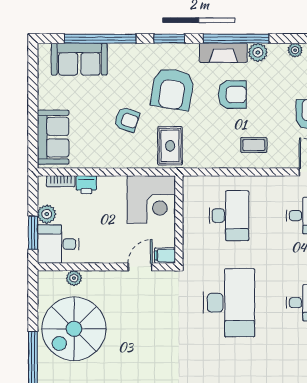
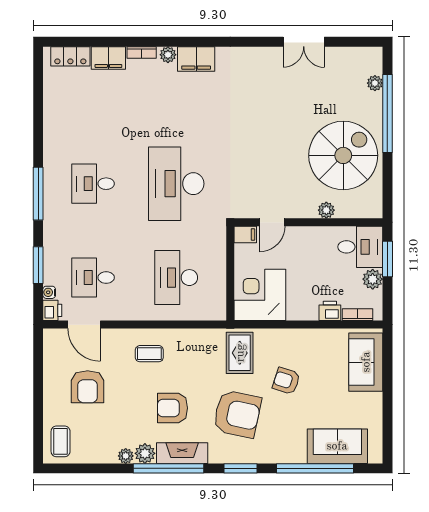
plant: (295, 50) -> (126, 456), moved
armchair: (172, 89) -> (237, 414), turned 93
plant: (74, 278) -> (326, 210), moved

